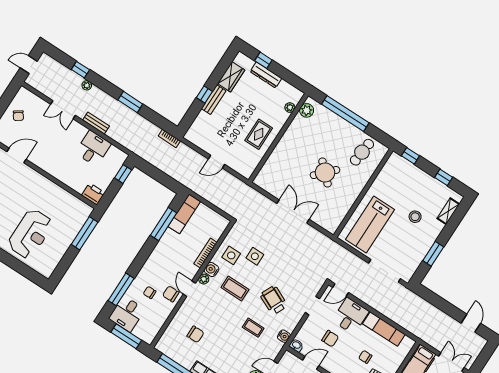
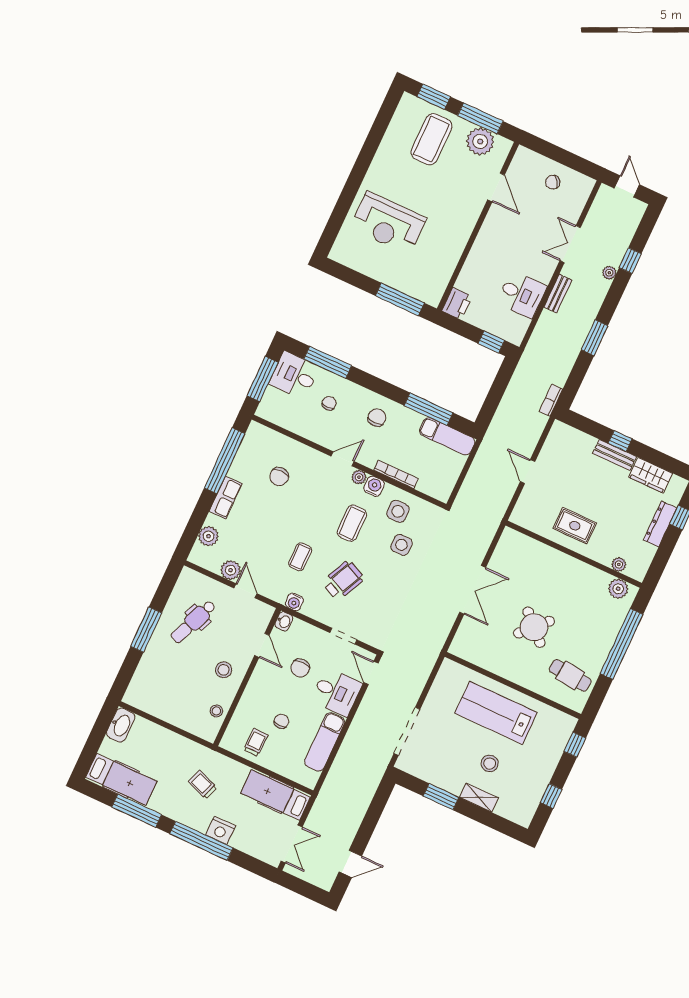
shelving: (448, 211) -> (479, 798), moved
lab bench: (370, 224) -> (496, 713), moved
chair: (171, 294) -> (377, 418), moved

